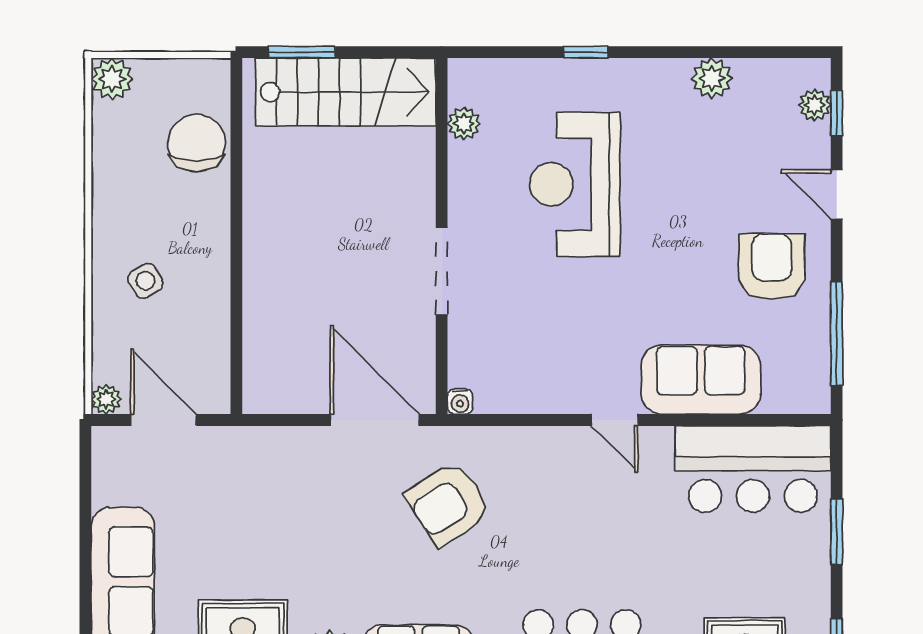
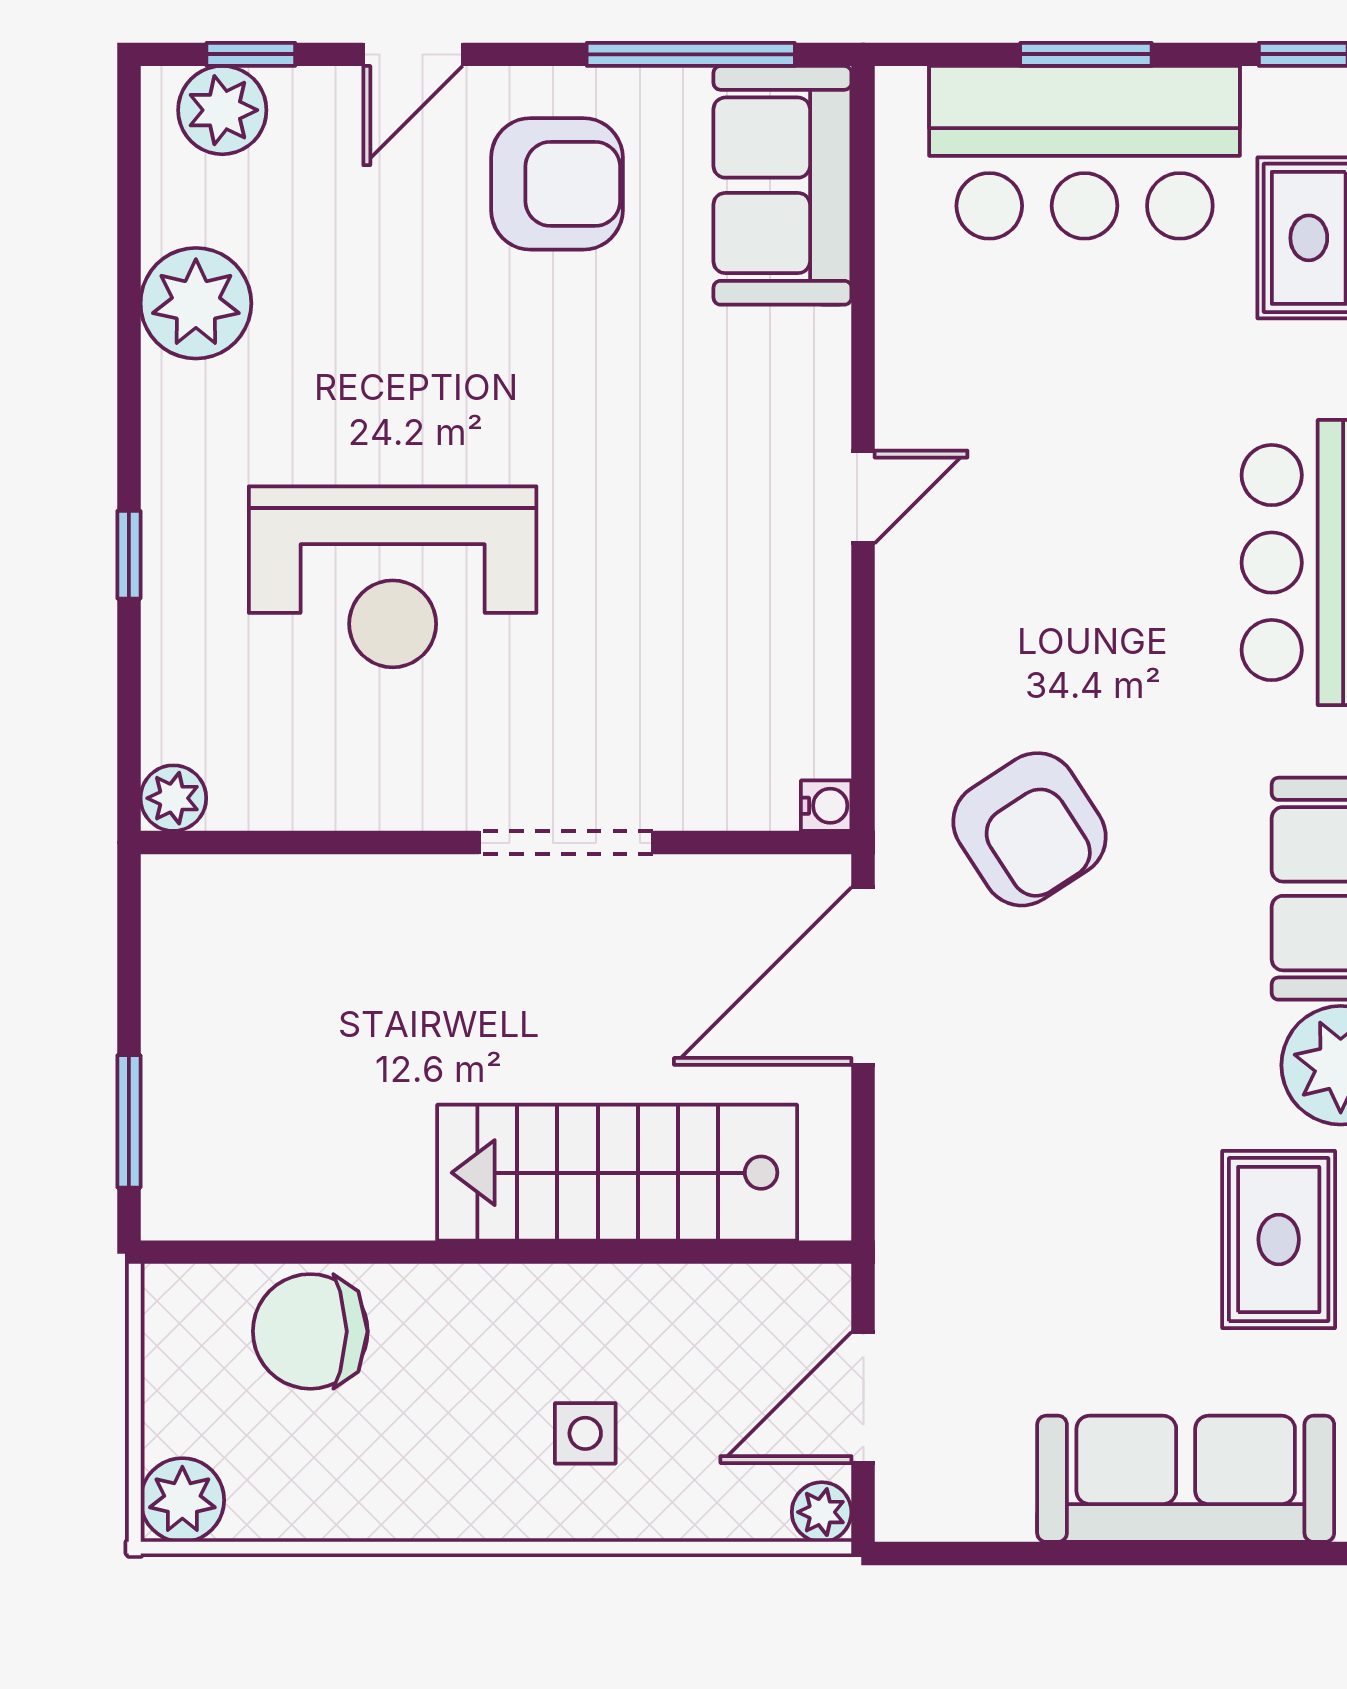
plant: (712, 78) -> (196, 303), width x1.36, depth x1.36
stairs: (346, 92) -> (617, 1173), moved, turned -90
plant: (815, 105) -> (222, 110), width x1.38, depth x1.38
plant: (464, 124) -> (173, 798), moved
armchair: (772, 267) -> (557, 184), turned 180
side table: (146, 281) -> (585, 1433), turned 31
sofa: (701, 380) -> (782, 185), moved
bar counter: (753, 469) -> (1085, 152), moved, turned 90

